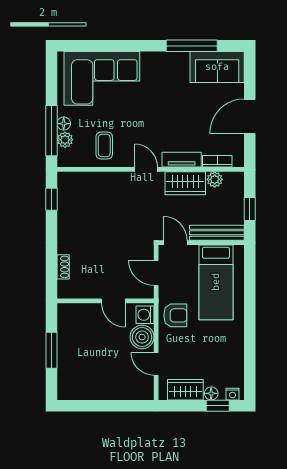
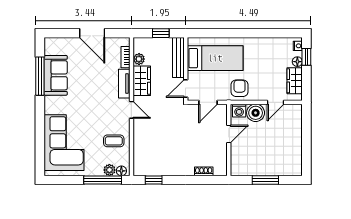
sofa: (217, 67) -> (56, 75), moved
floor lamp: (64, 124) -> (121, 171), moved
door: (146, 169) -> (131, 110), swing flipped

